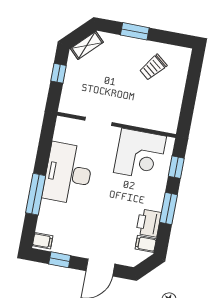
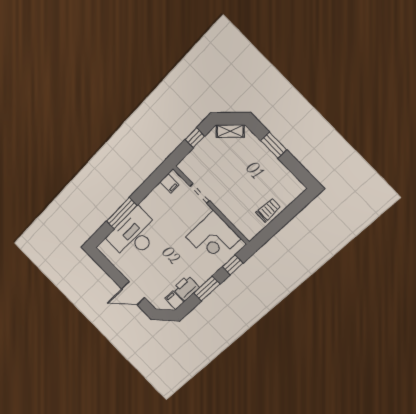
trolley: (153, 67) -> (268, 210), moved, turned 141
desk: (68, 174) -> (134, 235), moved
filing cabinet: (43, 241) -> (169, 183), moved
window: (60, 260) -> (109, 269), removed

